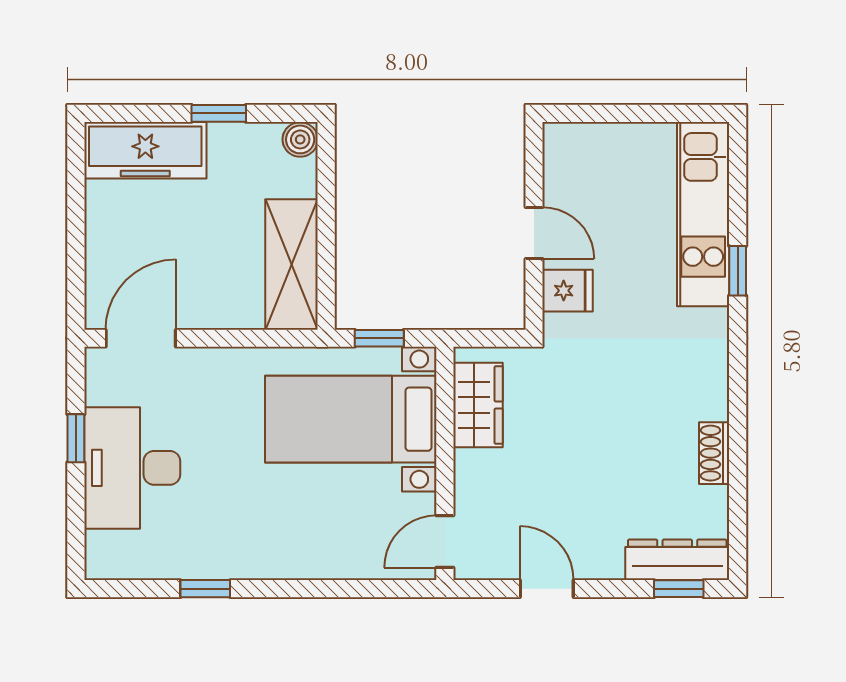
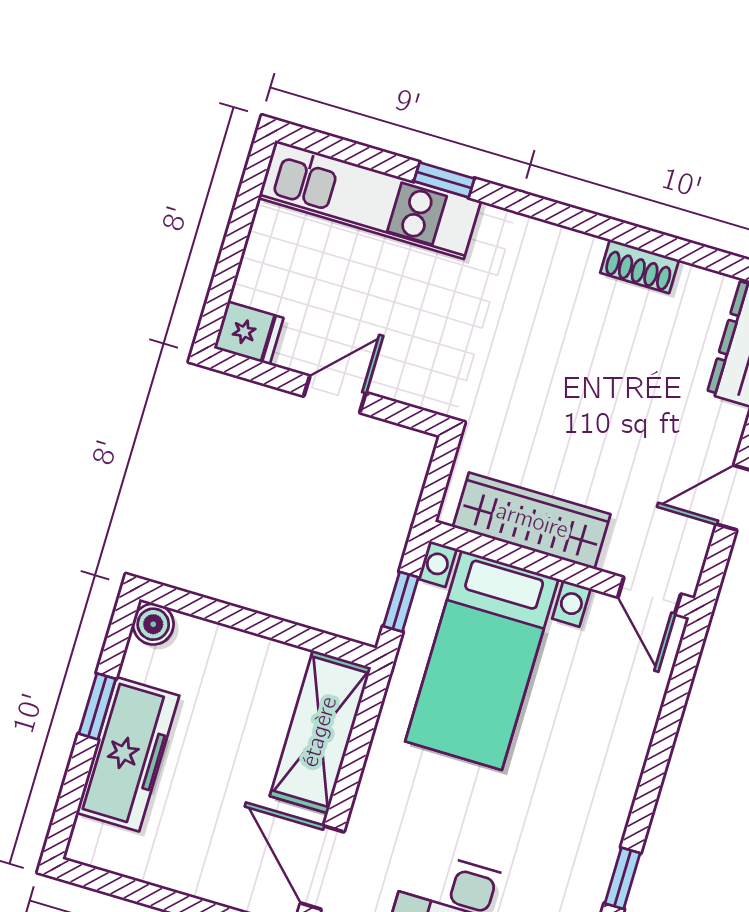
freezer: (145, 150) -> (128, 754), moved
shelving: (292, 264) -> (320, 732), moved, turned 90
fridge: (568, 291) -> (249, 333), moved, turned 90
wardrobe: (478, 405) -> (532, 521), width x1.50

